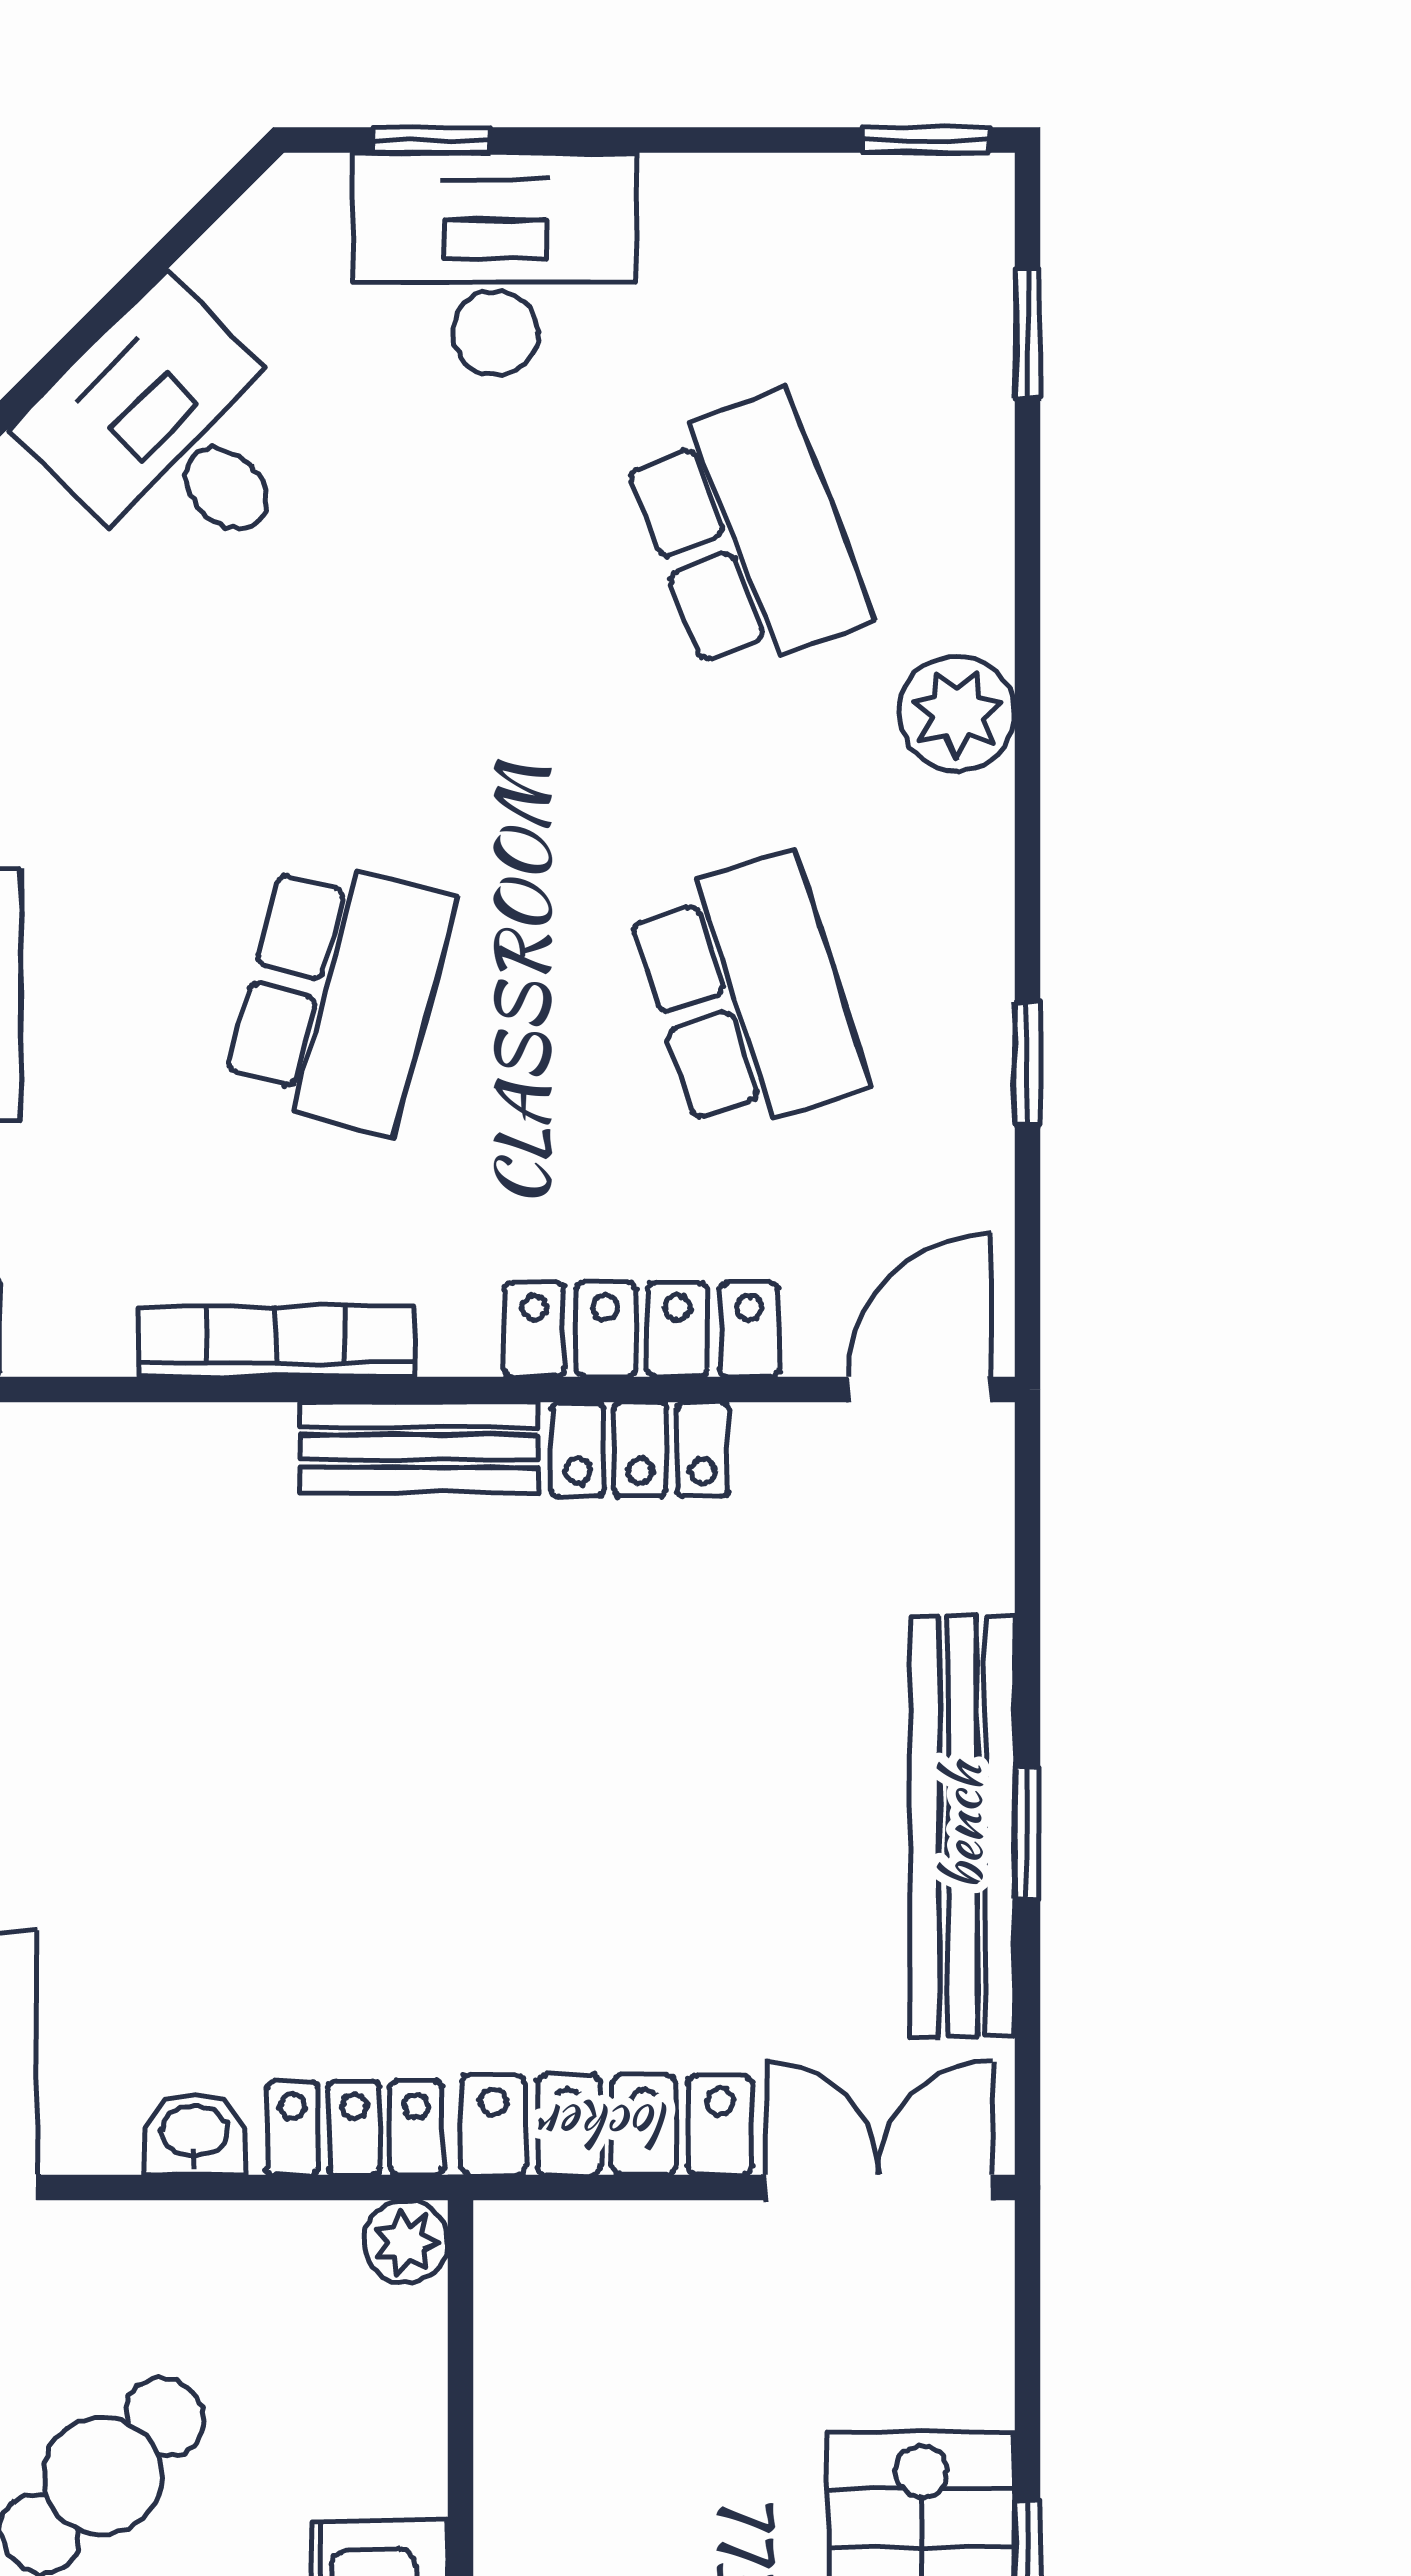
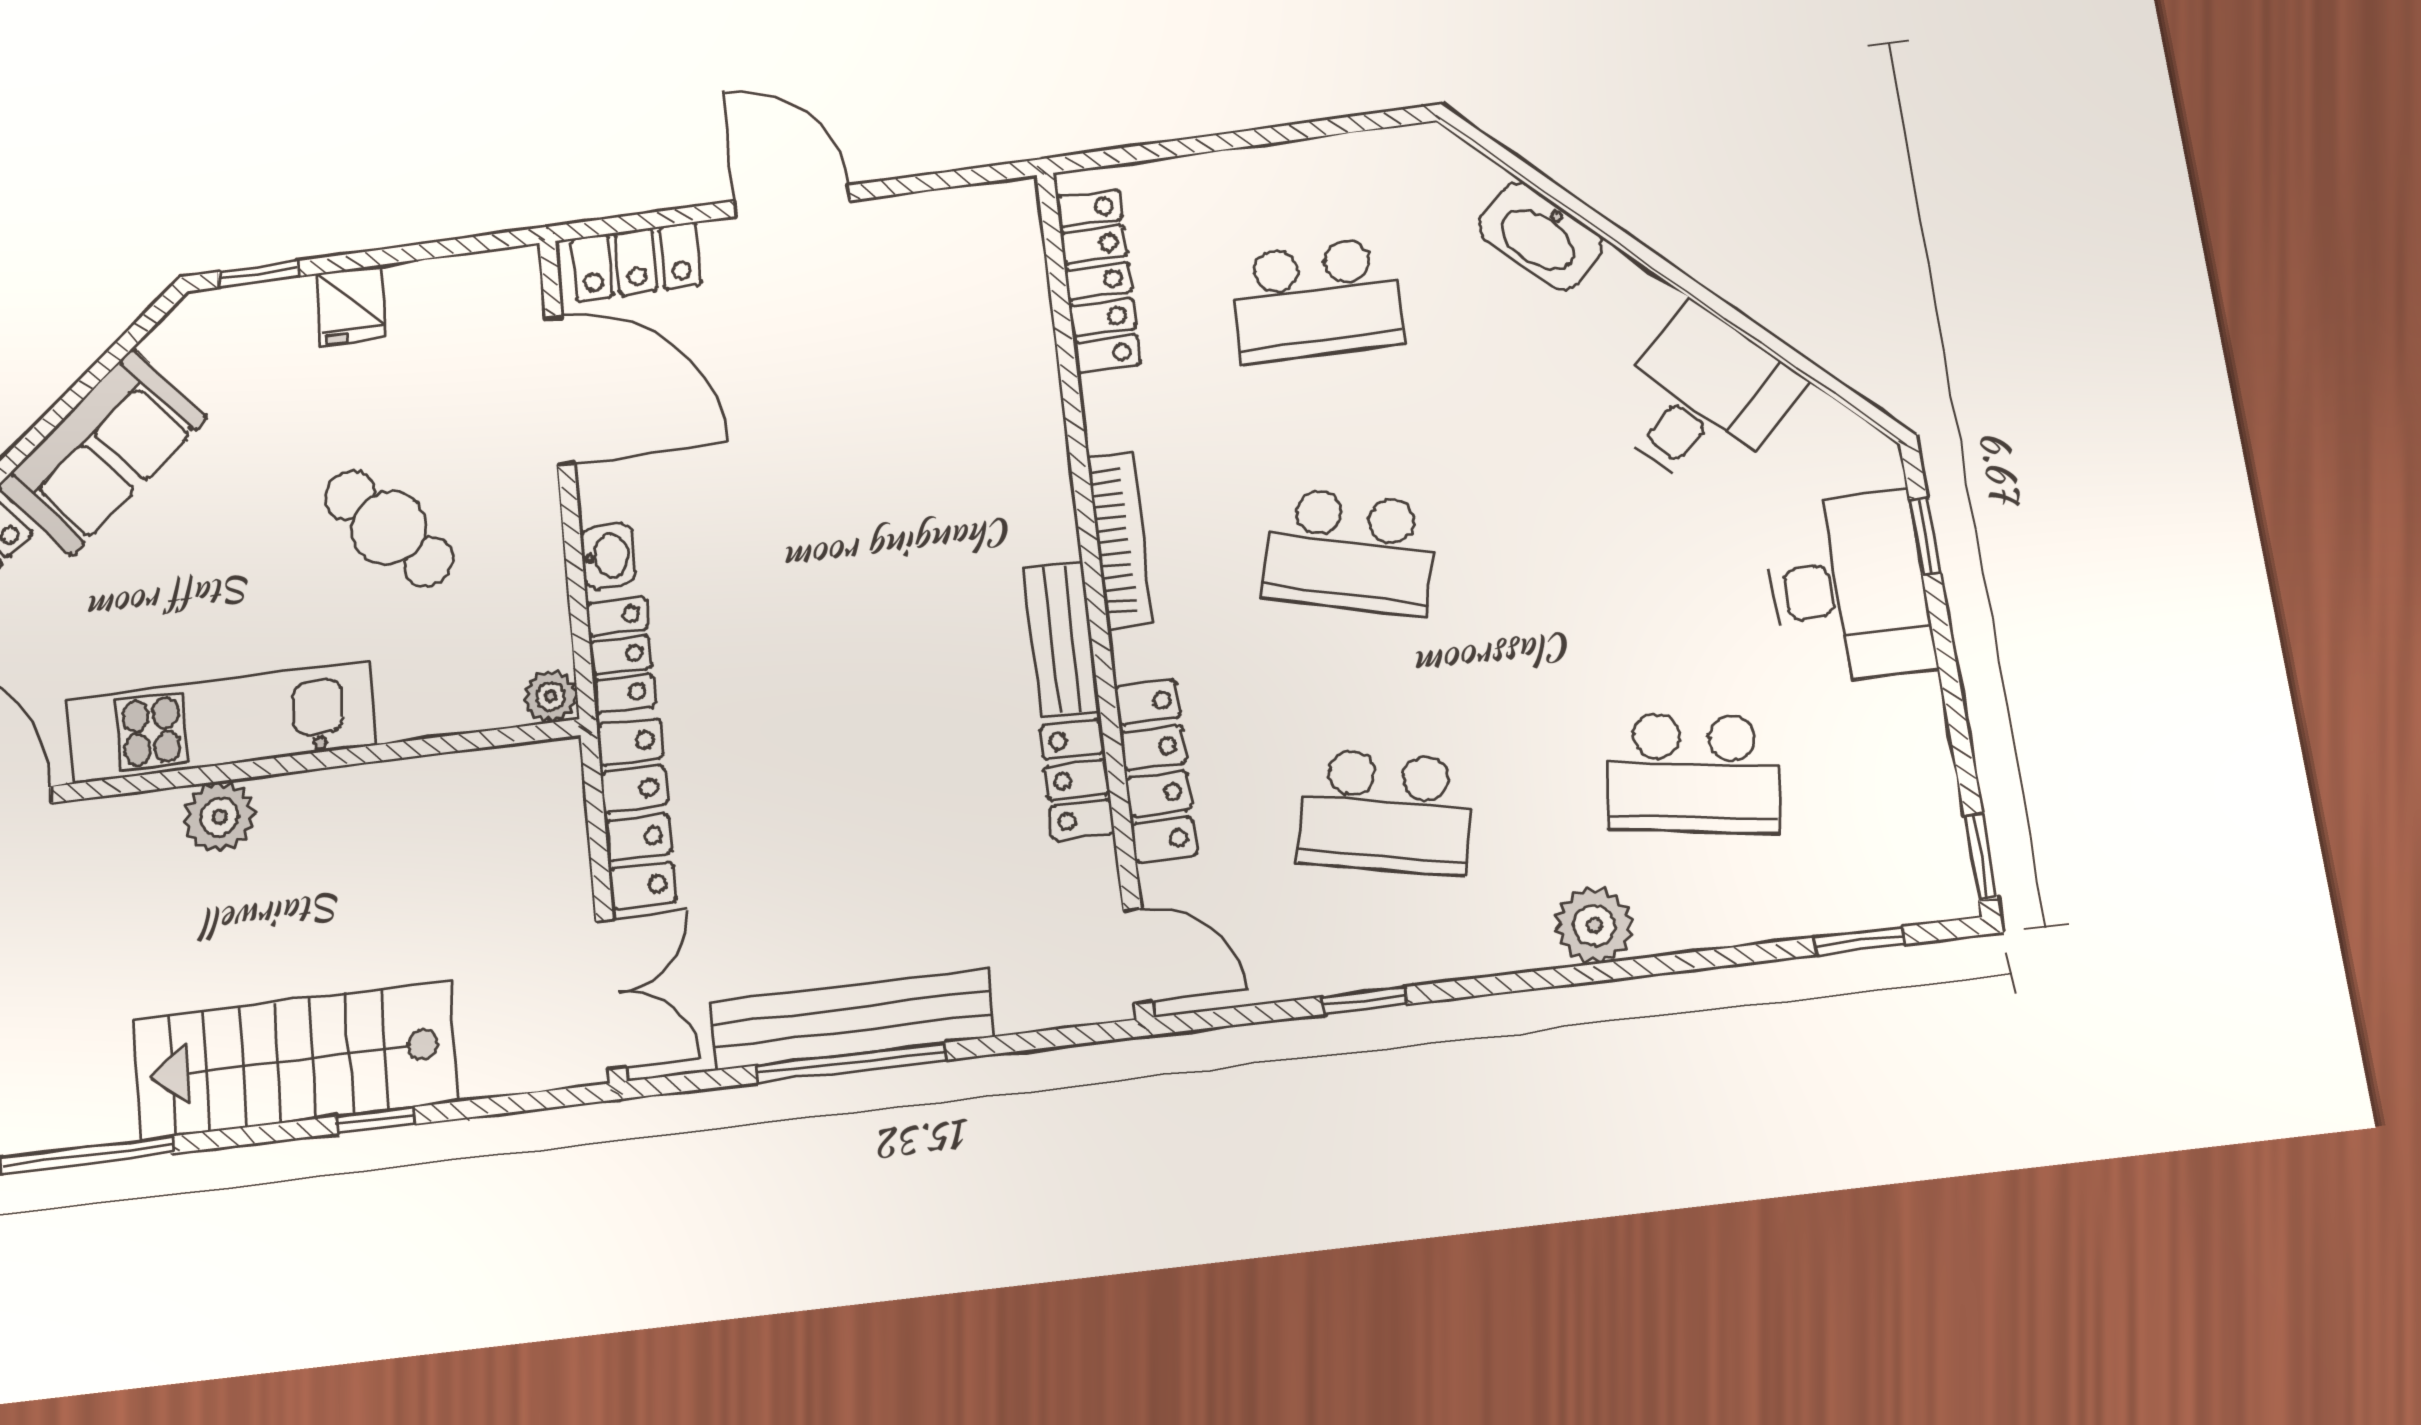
school desk: (748, 535) -> (1694, 773), turned 30
school desk: (748, 995) -> (1386, 812), turned 30
window: (1027, 1833) -> (852, 1063), width x2.17

